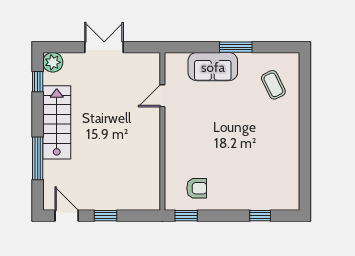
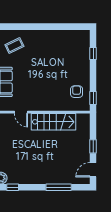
stairs: (57, 122) -> (53, 122), moved, turned 180

